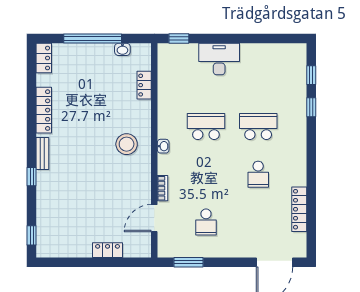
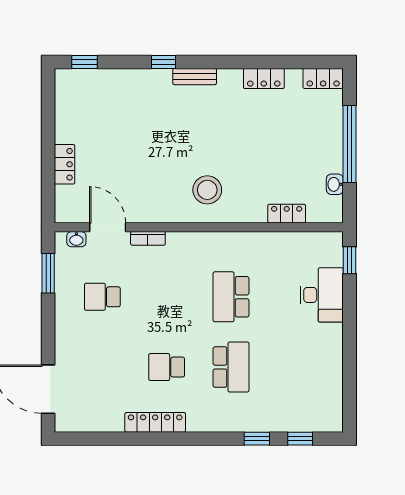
desk: (219, 59) -> (322, 295), moved
locker: (44, 110) -> (264, 78), width x0.66
school desk: (206, 126) -> (231, 297), turned 180
washbasin: (163, 146) -> (76, 239), moved
locker: (299, 209) -> (155, 422), moved

